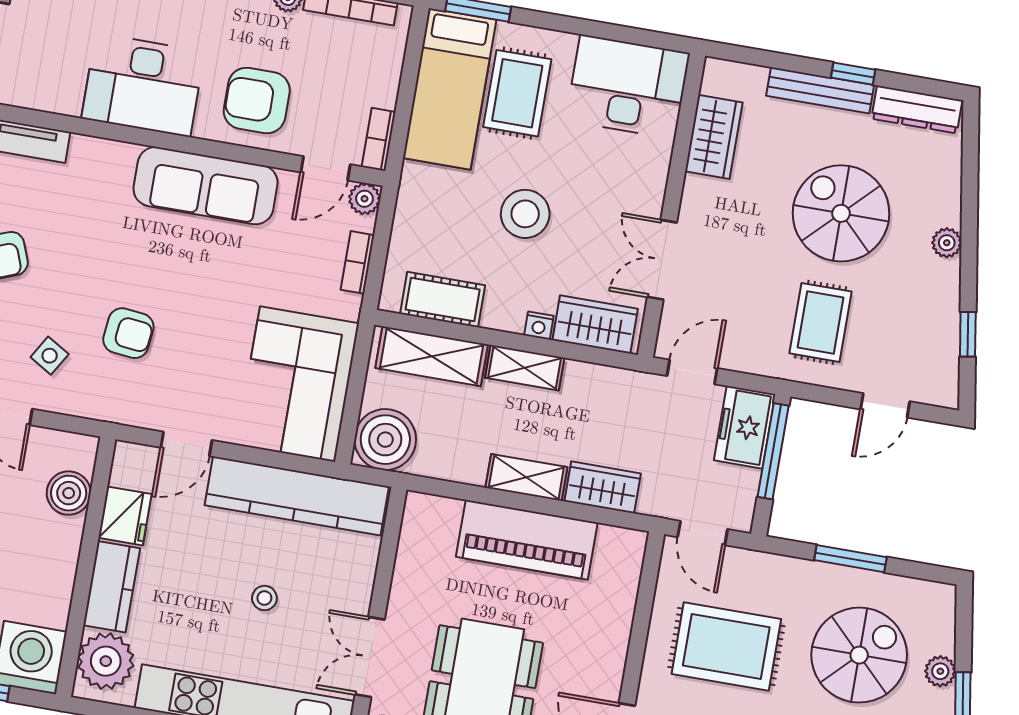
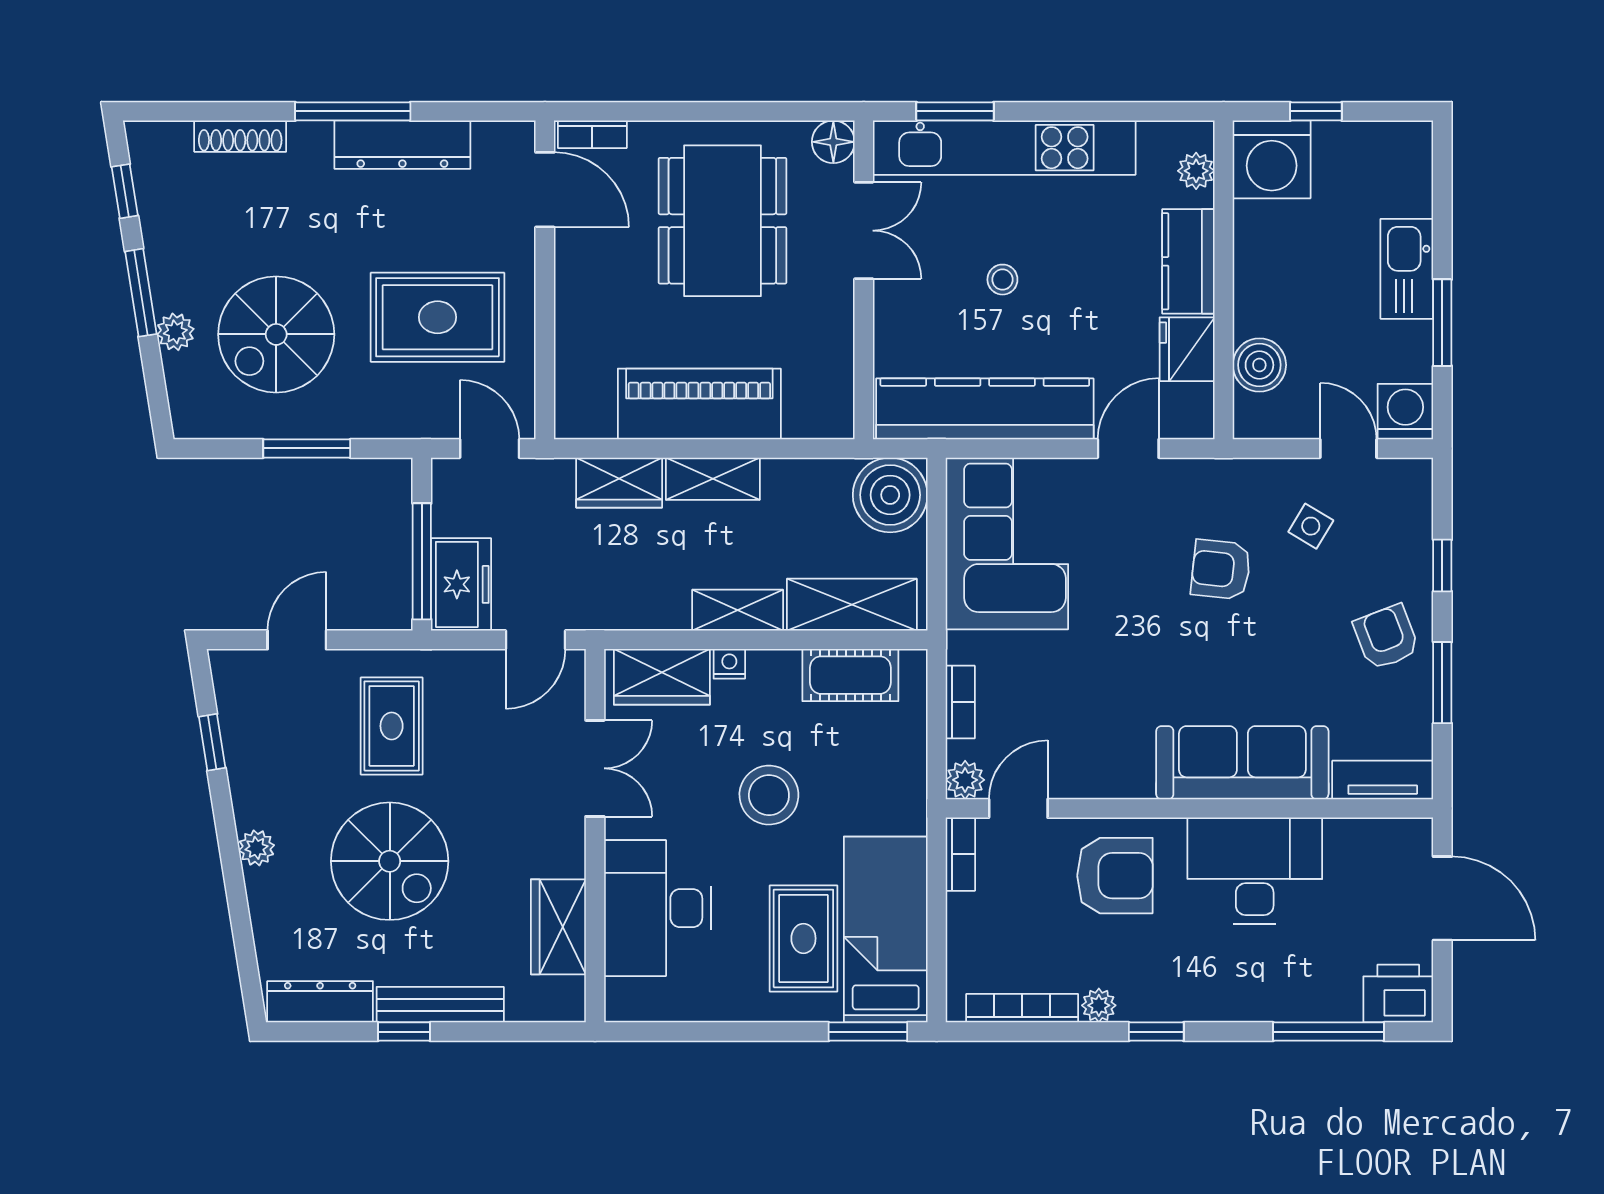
desk: (628, 87) -> (657, 908), moved, turned 90
sofa: (206, 186) -> (1242, 763), moved
plant: (106, 661) -> (1196, 171), width x0.53, depth x0.53

